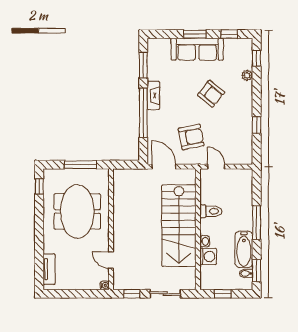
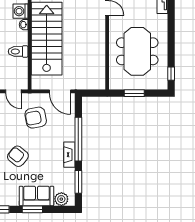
plant: (162, 46) -> (61, 199), added
sofa: (197, 49) -> (36, 196), width x0.73
window: (81, 165) -> (134, 93), width x0.69

